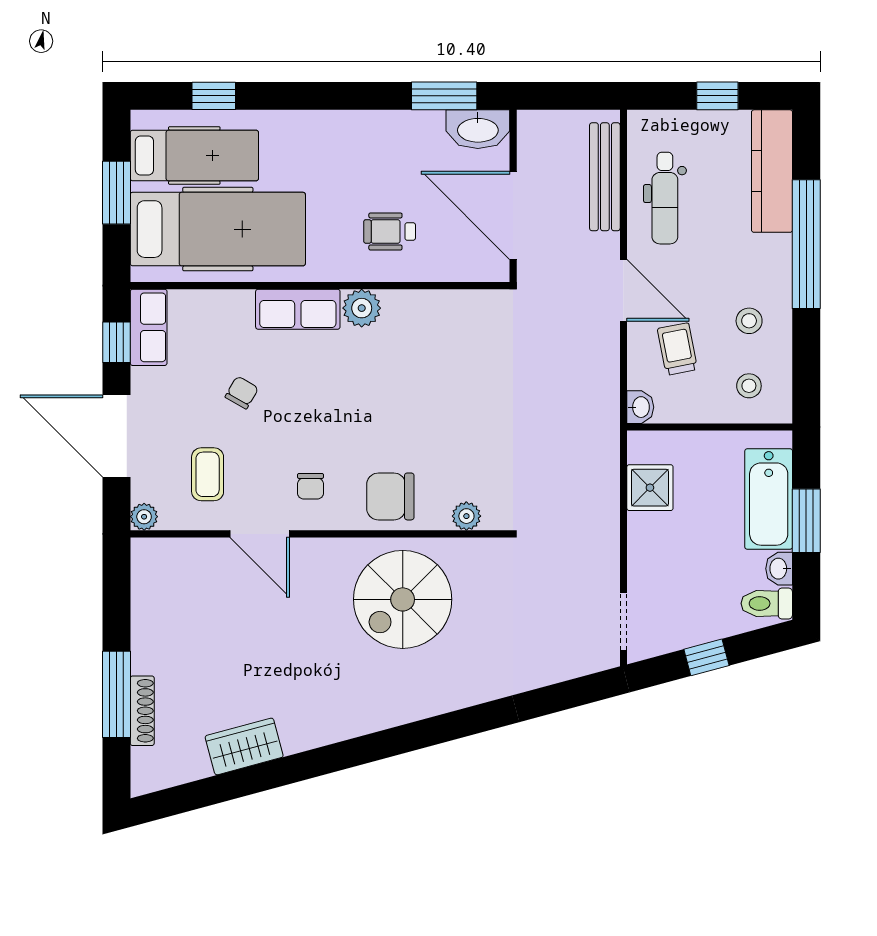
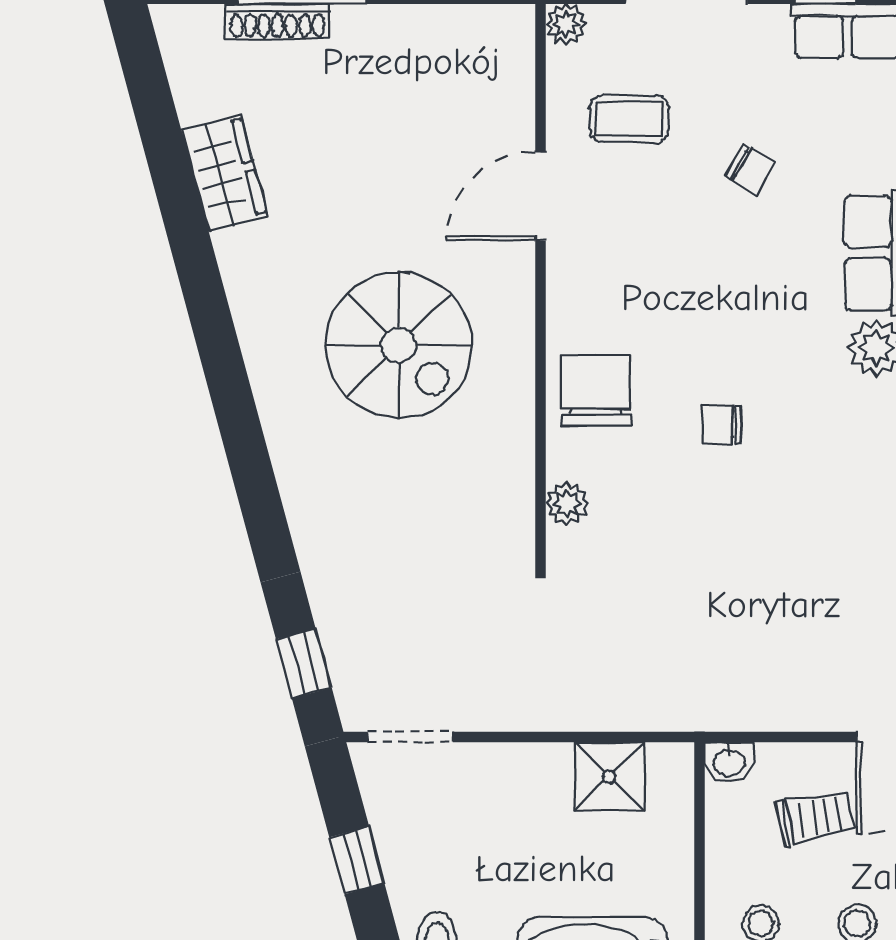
chair: (311, 486) -> (722, 425), moved
spiral stairs: (403, 599) -> (399, 345), moved, turned 180
window: (574, 693) -> (304, 664), added

